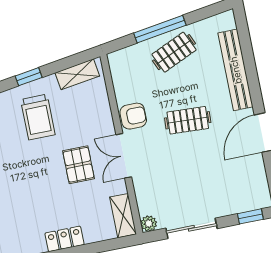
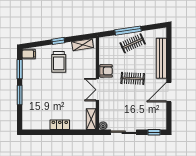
pallet: (79, 165) -> (74, 90), removed

